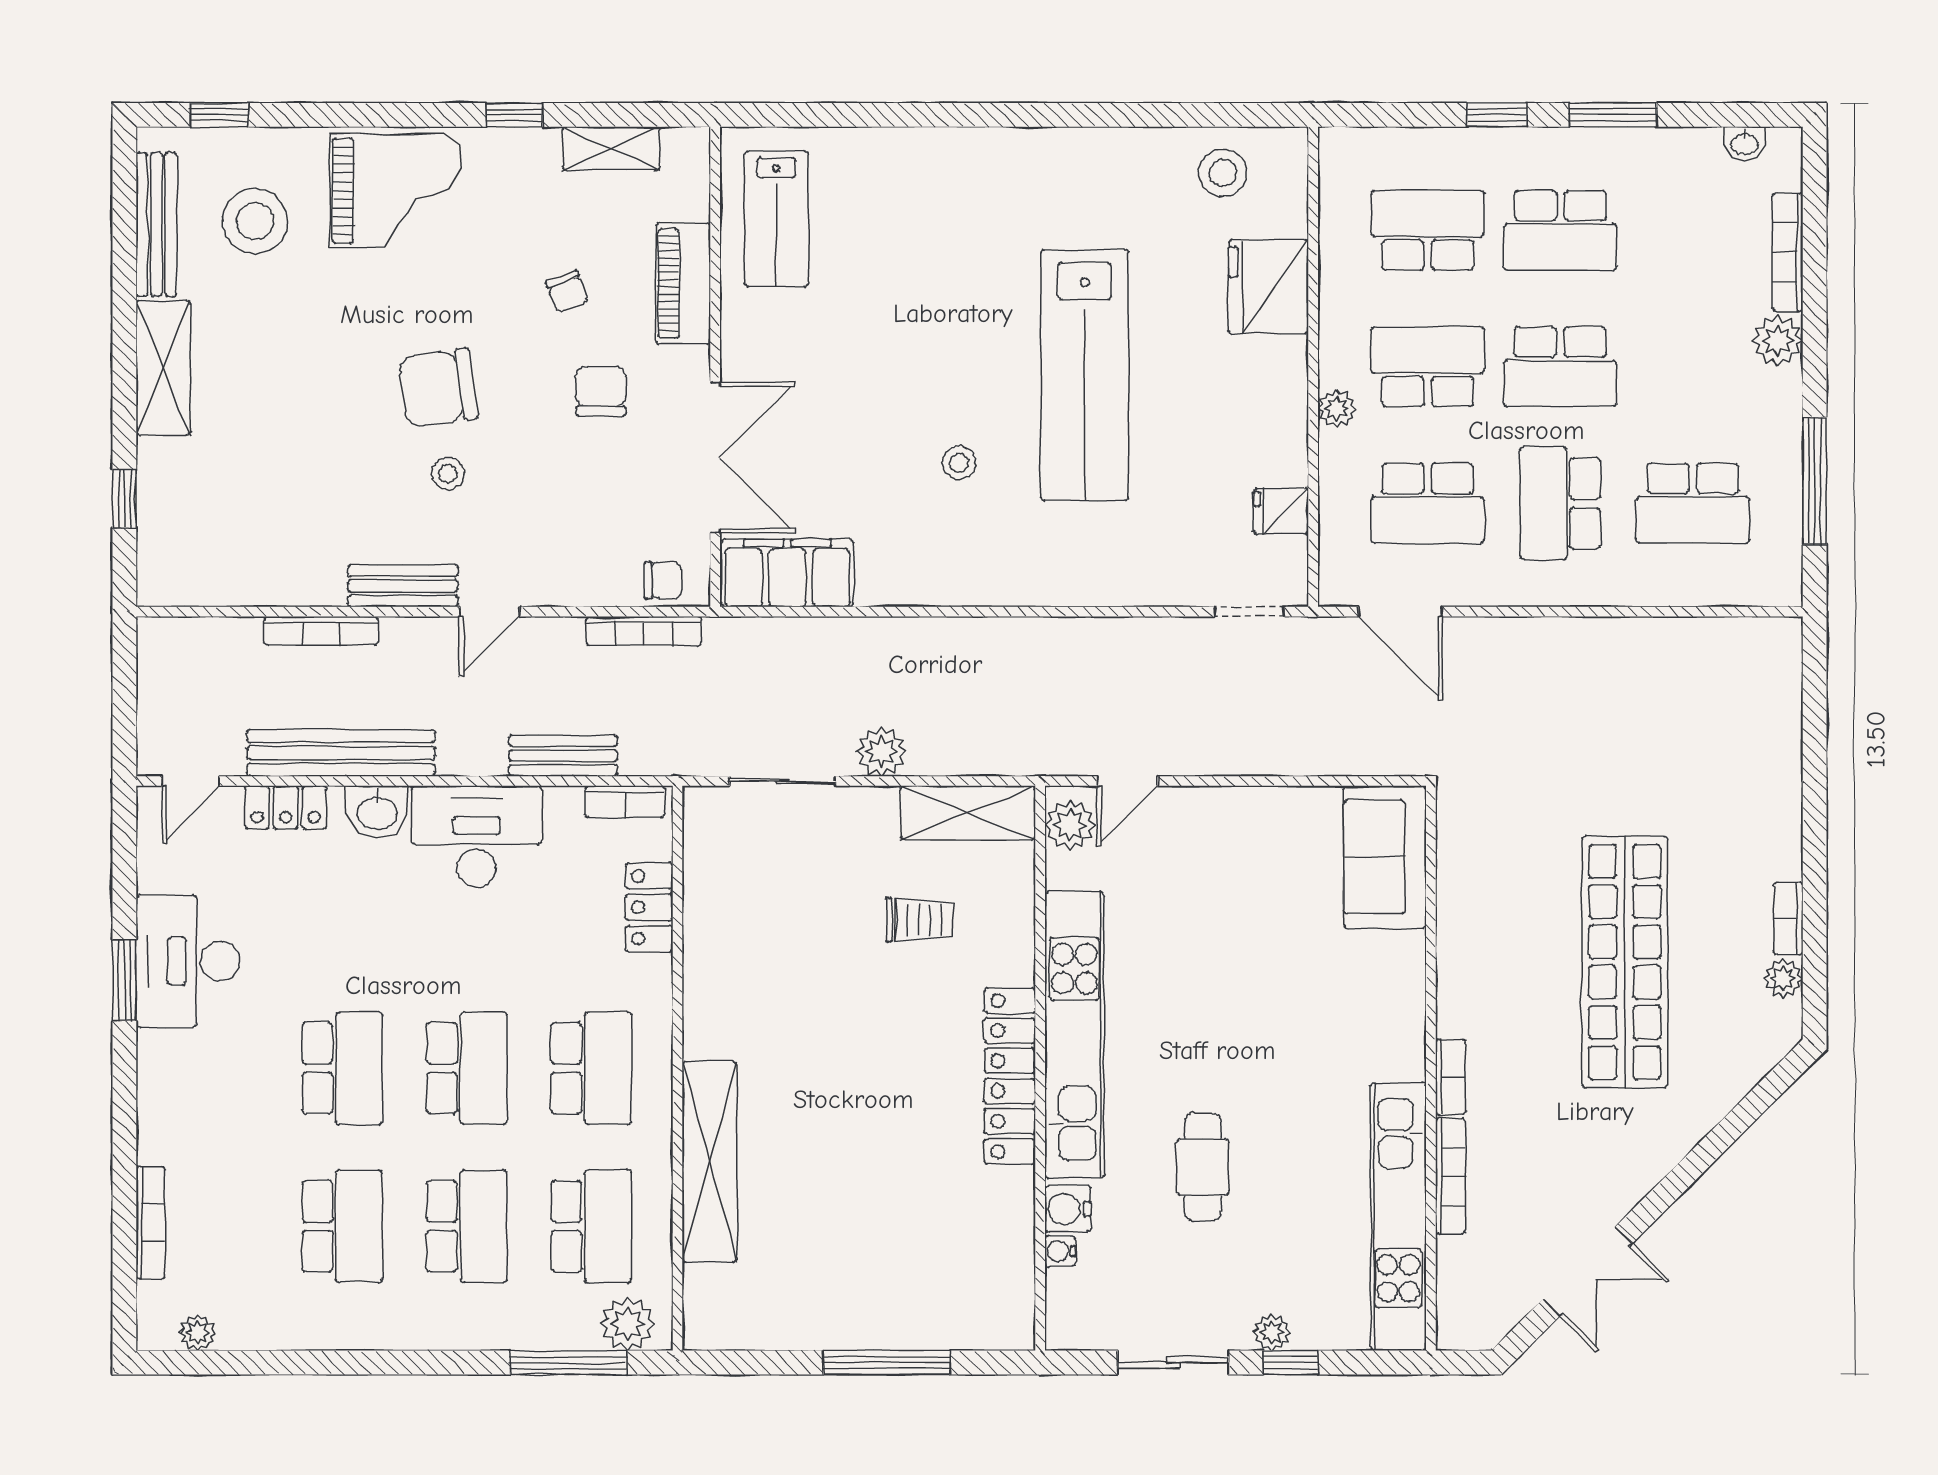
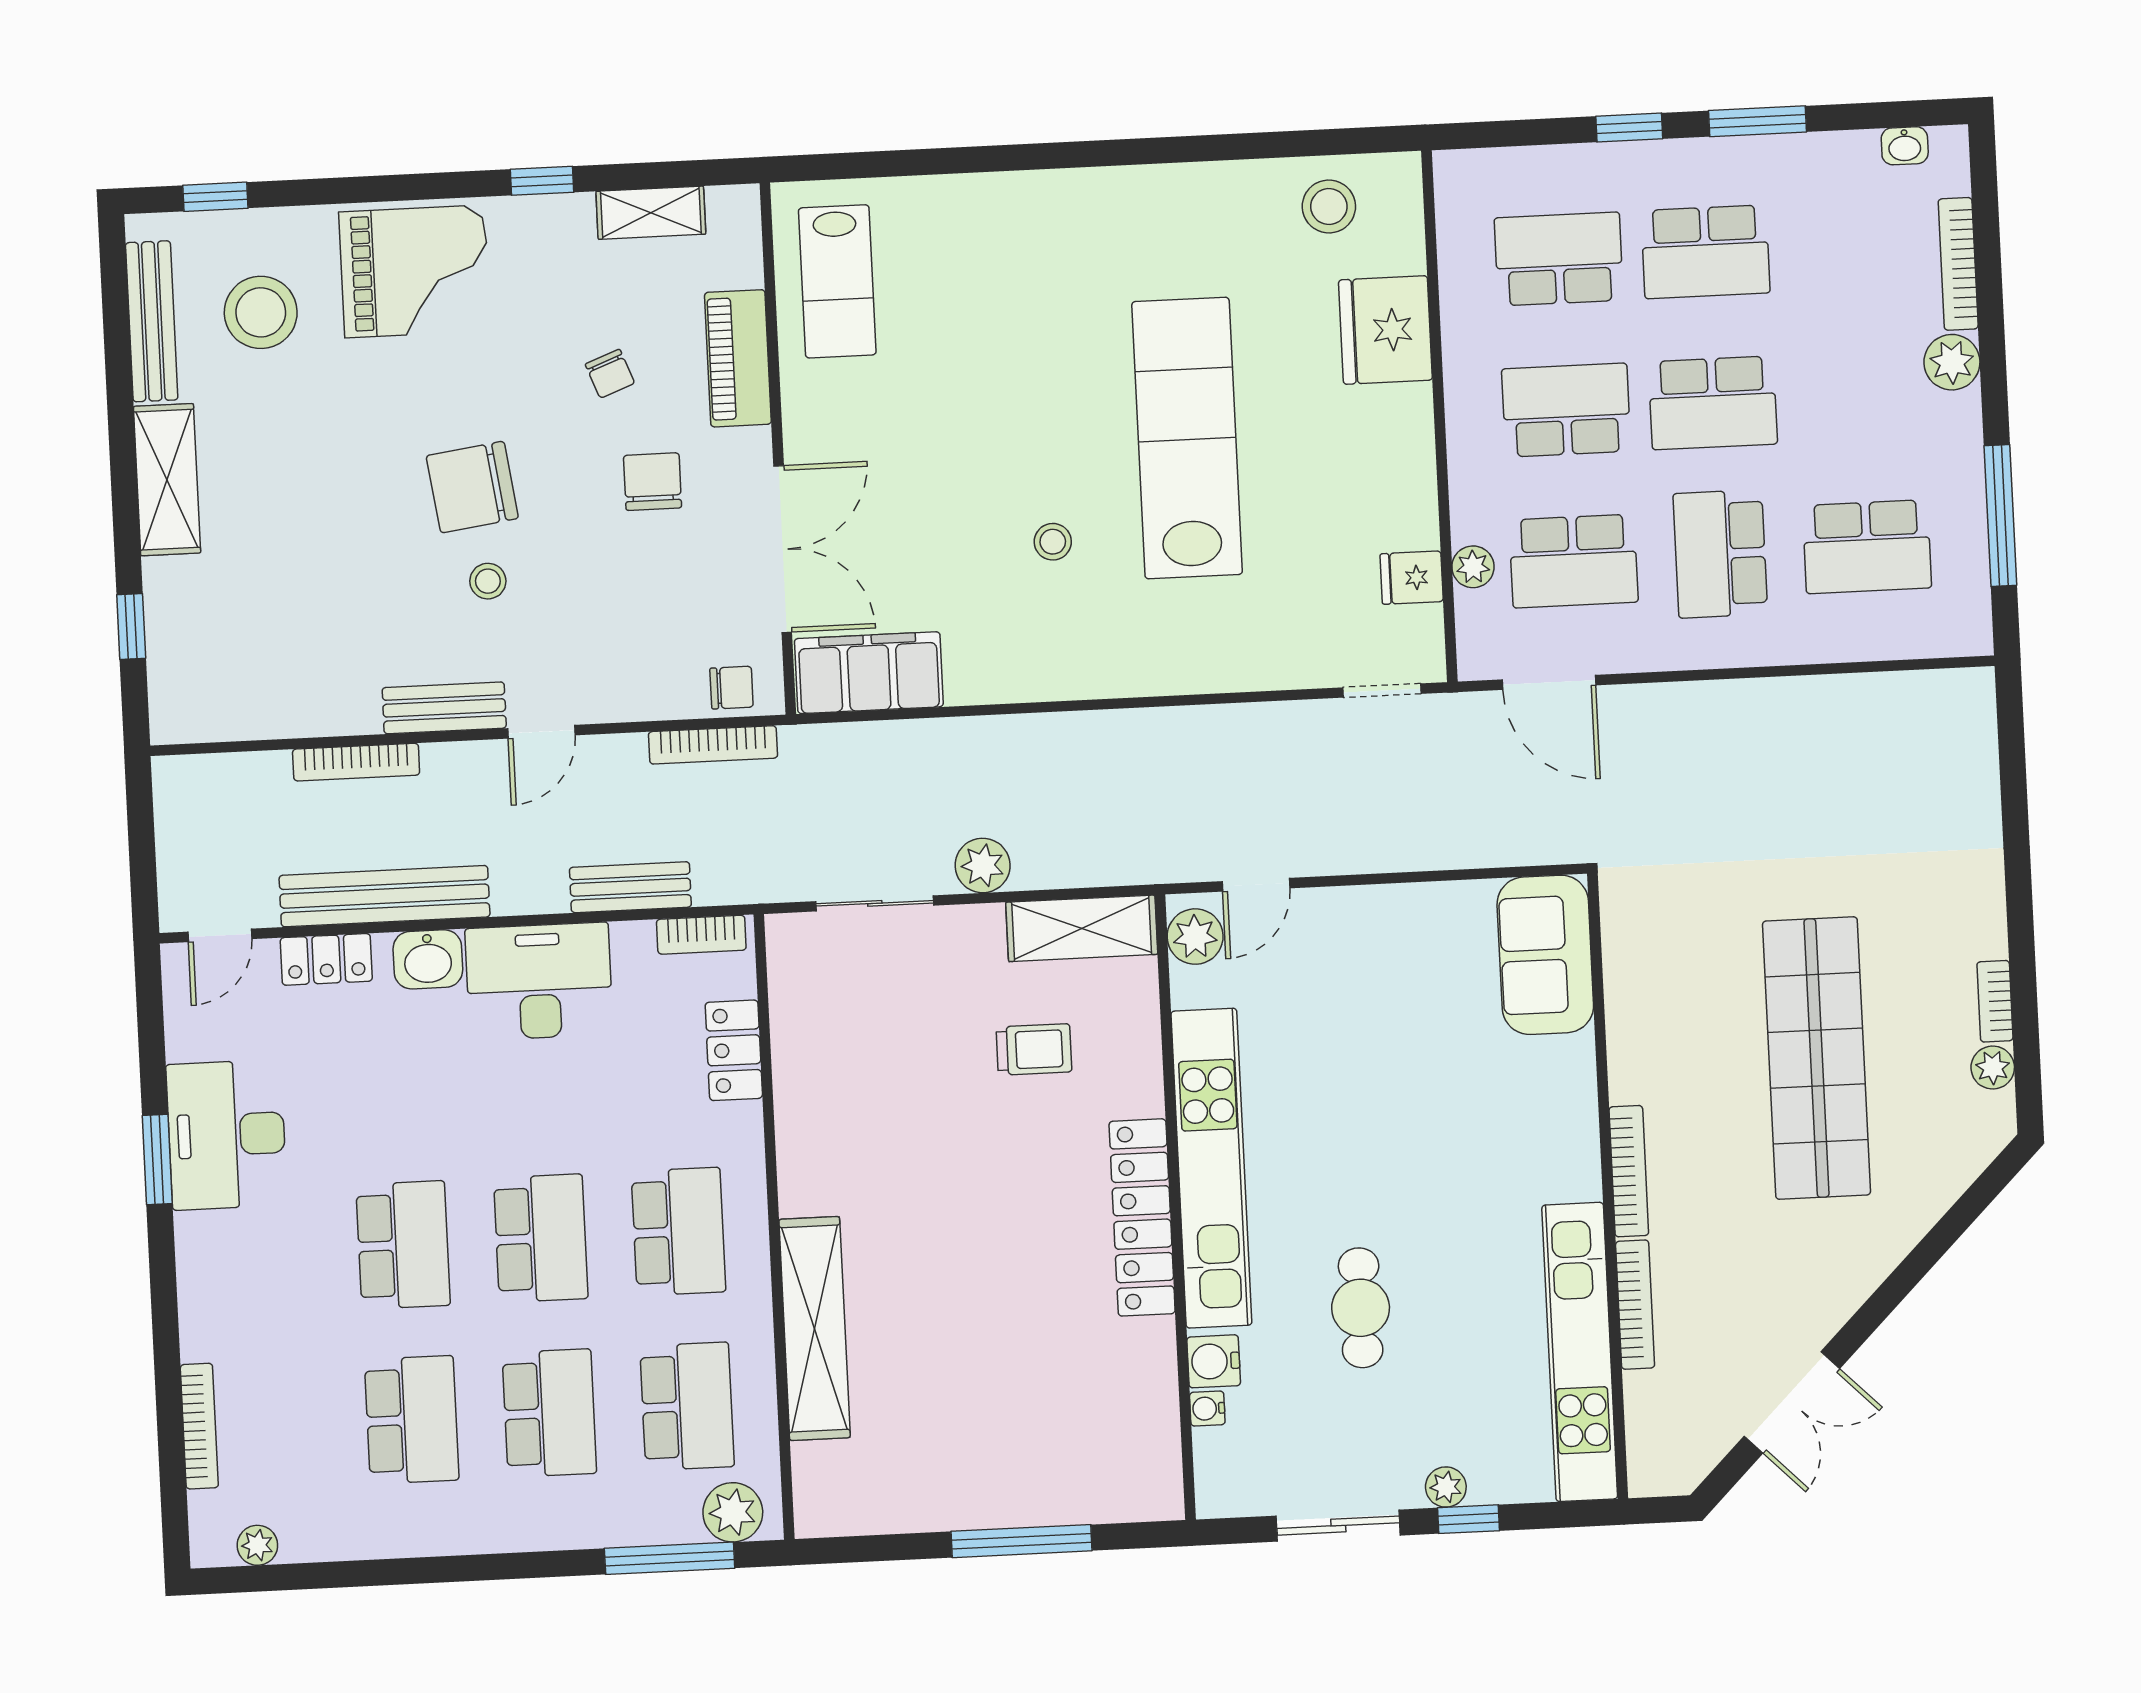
lab bench: (1085, 375) -> (1187, 438), turned 180
plant: (1337, 408) -> (1473, 567), moved
bookcase: (1451, 1077) -> (1629, 1171), width x1.56

